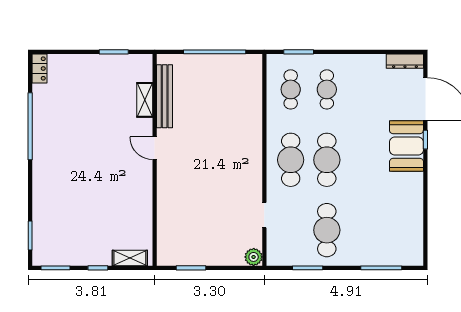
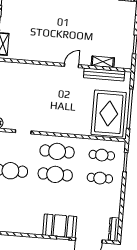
rug: (225, 84) -> (109, 113), added

